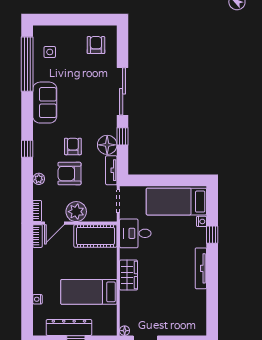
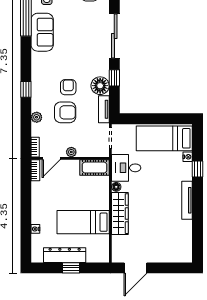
sofa: (45, 103) -> (42, 32), moved
armchair: (69, 174) -> (65, 112), turned 180
plant: (76, 212) -> (71, 152), width x0.53, depth x0.53
cot: (95, 236) -> (95, 168), width x0.73, depth x0.75
wardrobe: (128, 275) -> (120, 214), width x1.50
floor lamp: (125, 331) -> (116, 187), moved

